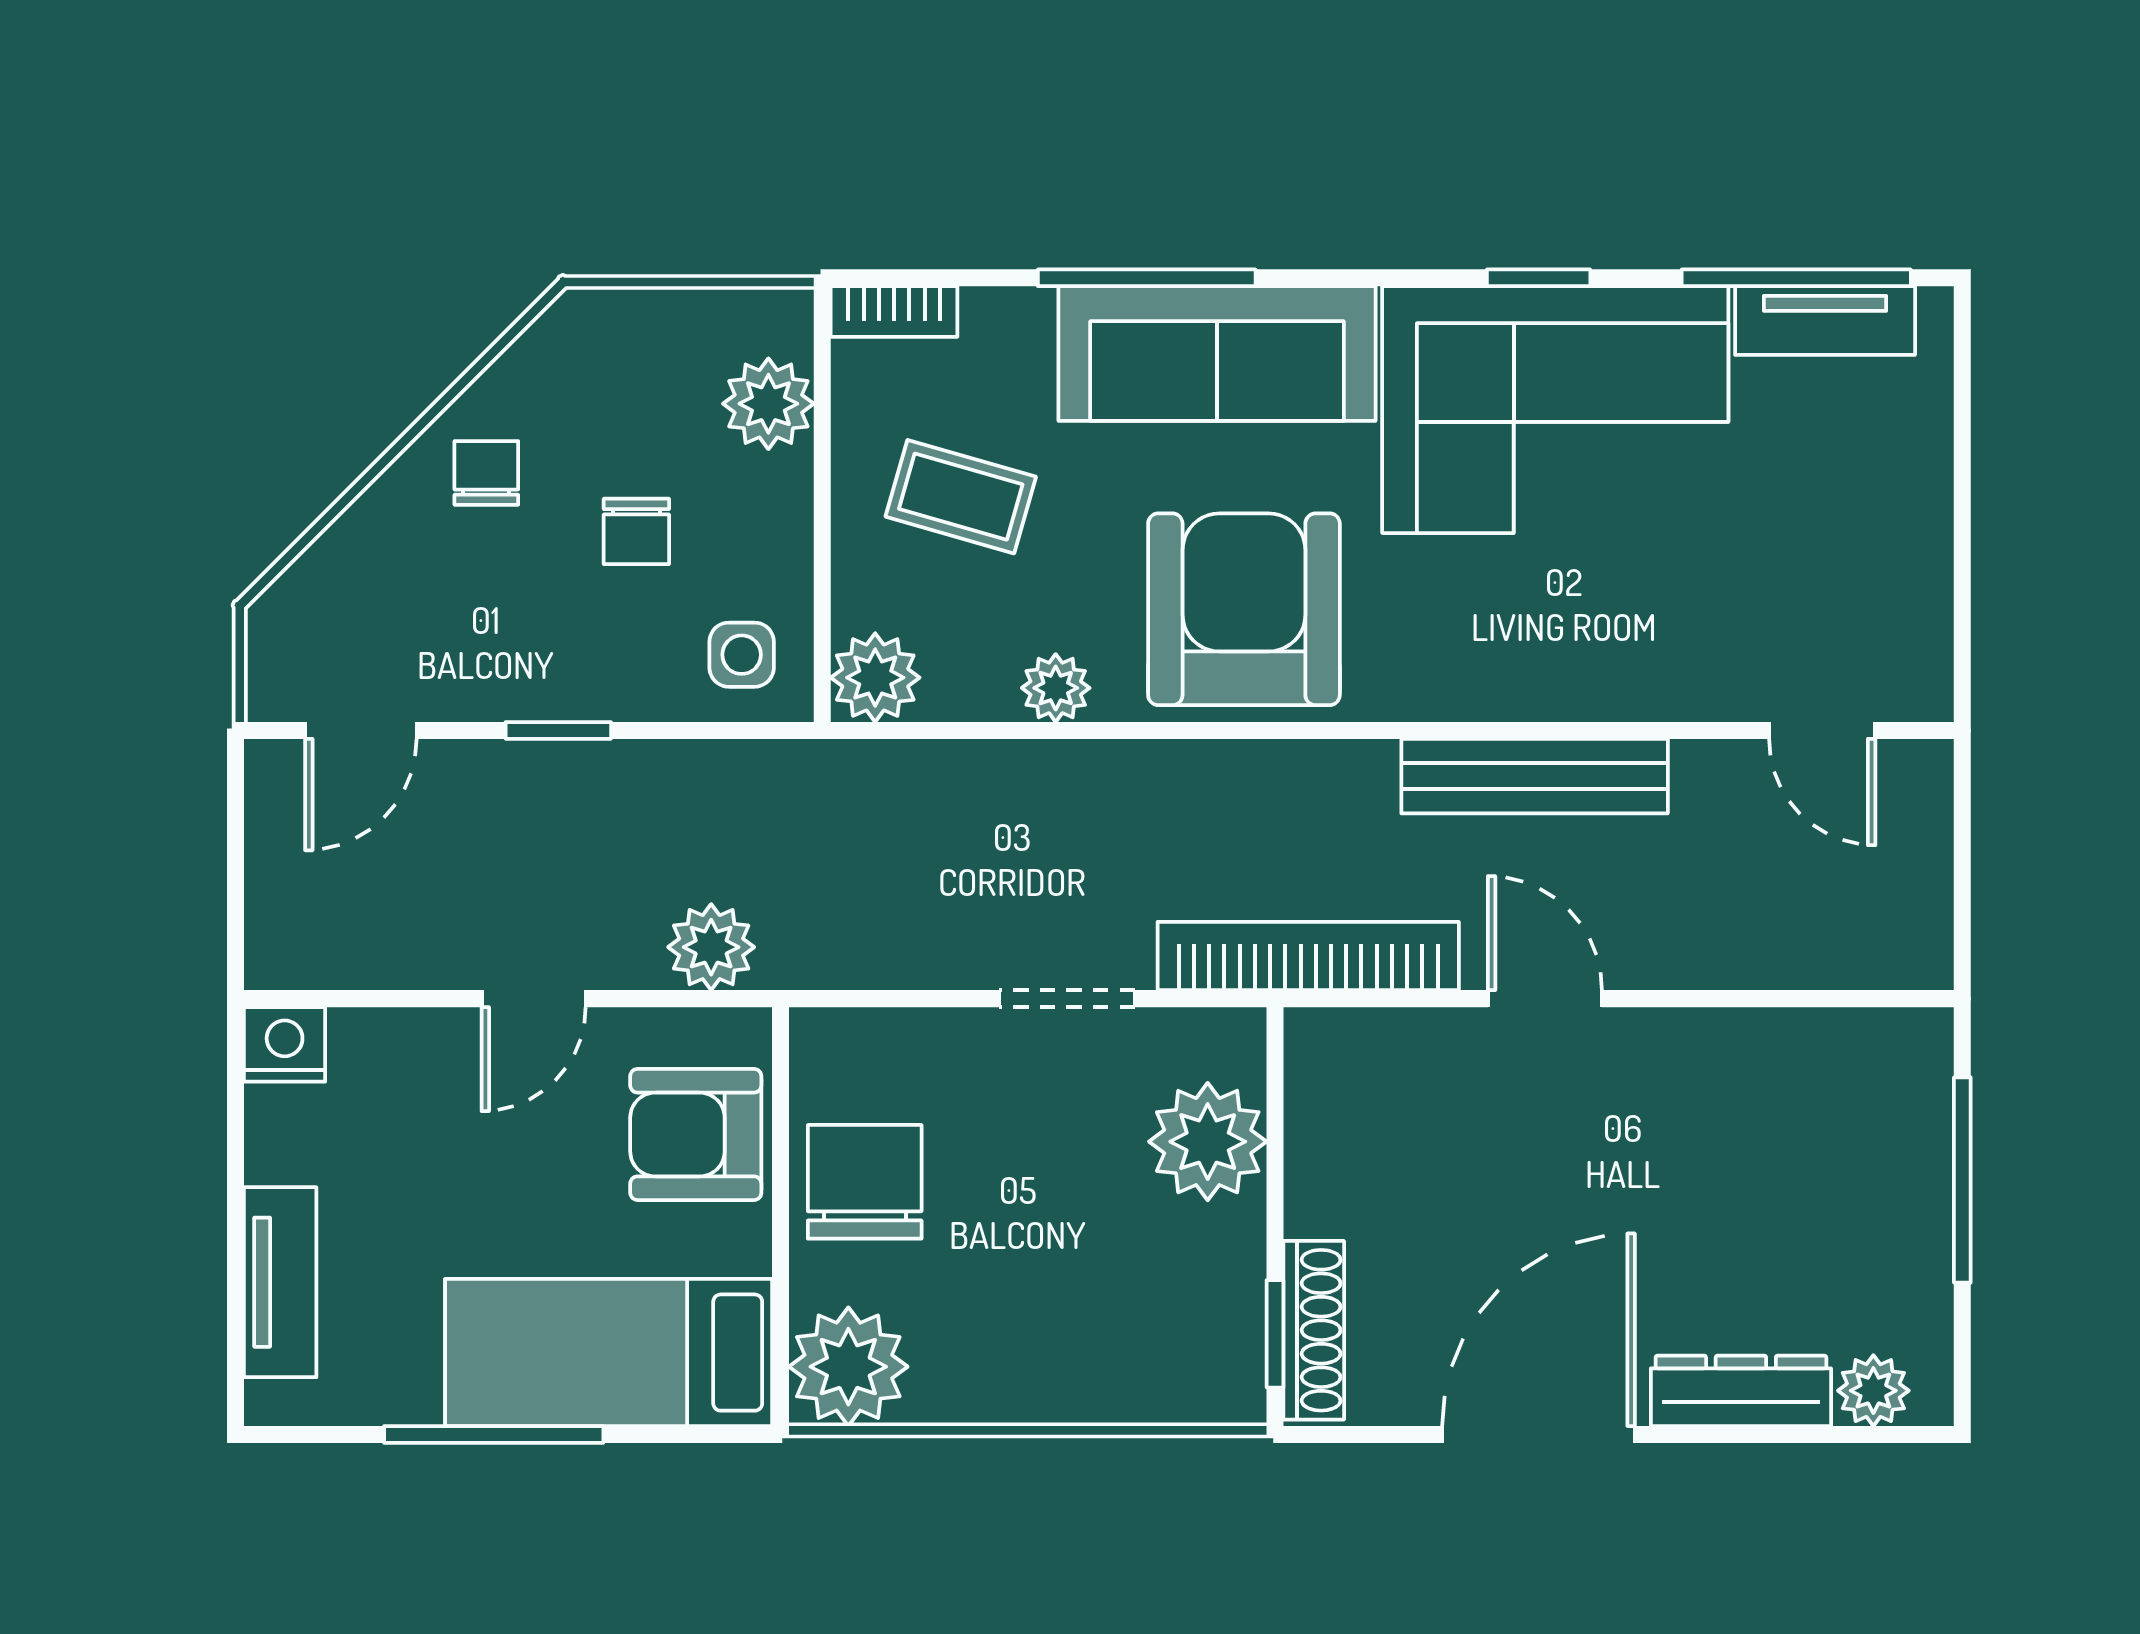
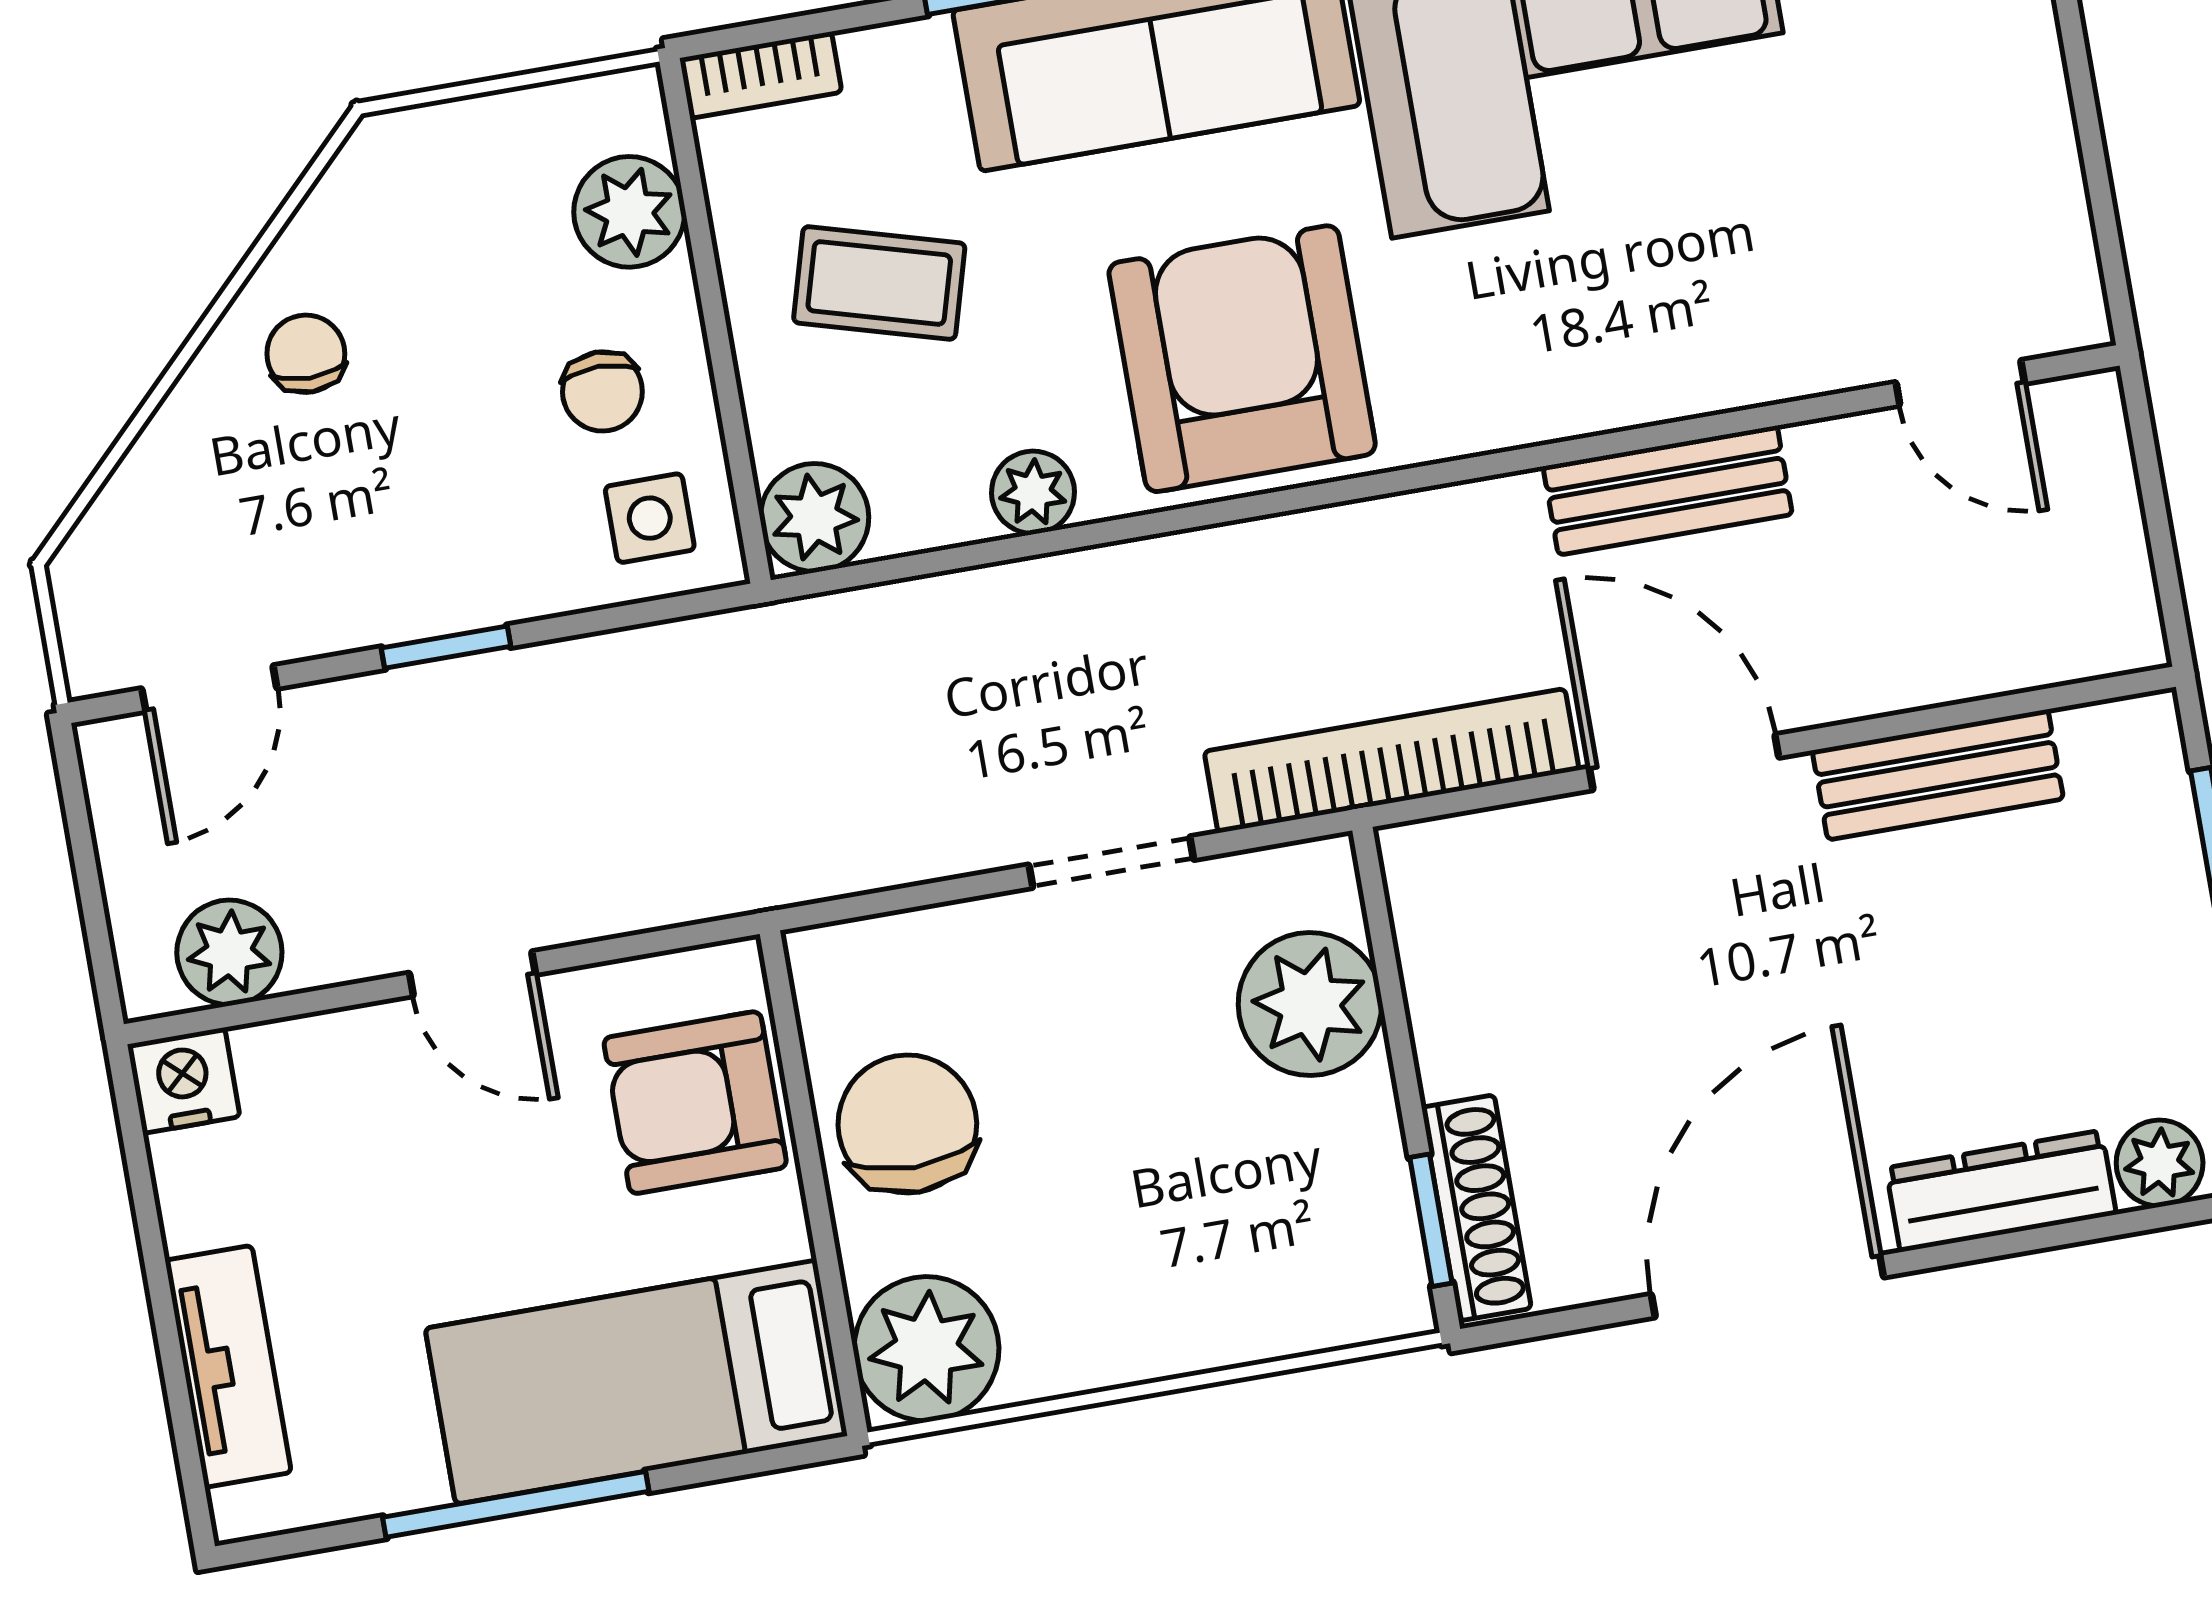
chair: (636, 531) -> (602, 391), moved
bench: (1535, 776) -> (1668, 490), width x0.73
plant: (711, 947) -> (229, 952), moved
door: (534, 999) -> (472, 974), hinge flipped
door: (1545, 999) -> (1684, 762), width x1.38
bench: (1749, 1045) -> (1938, 775), added

